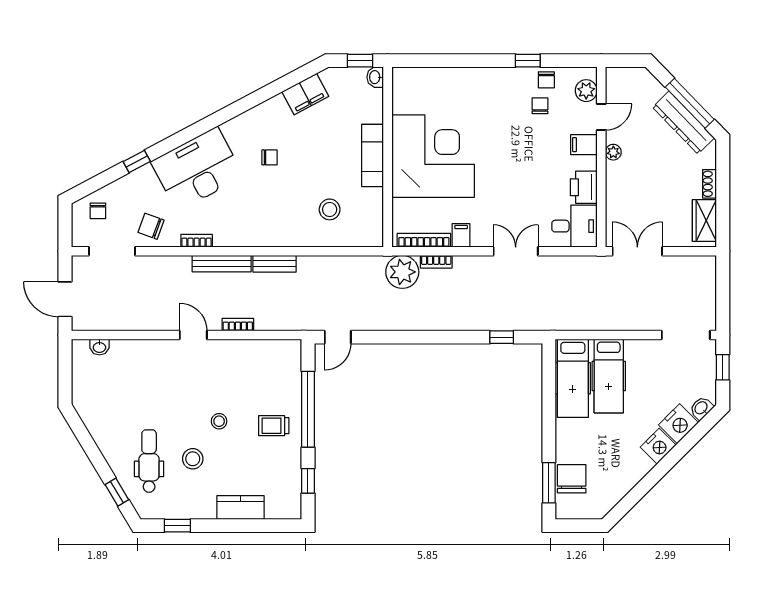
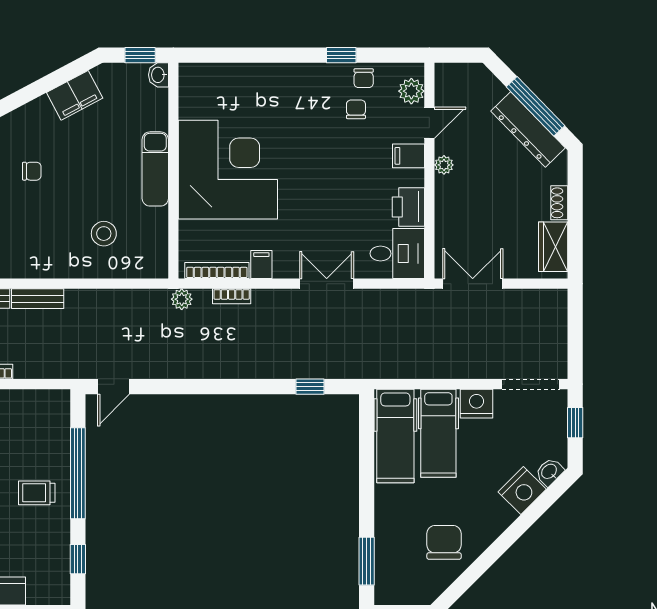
plant: (402, 272) -> (182, 299), width x0.53, depth x0.53
nightstand: (658, 446) -> (477, 404), moved, turned -135
chair: (572, 479) -> (444, 542), moved

